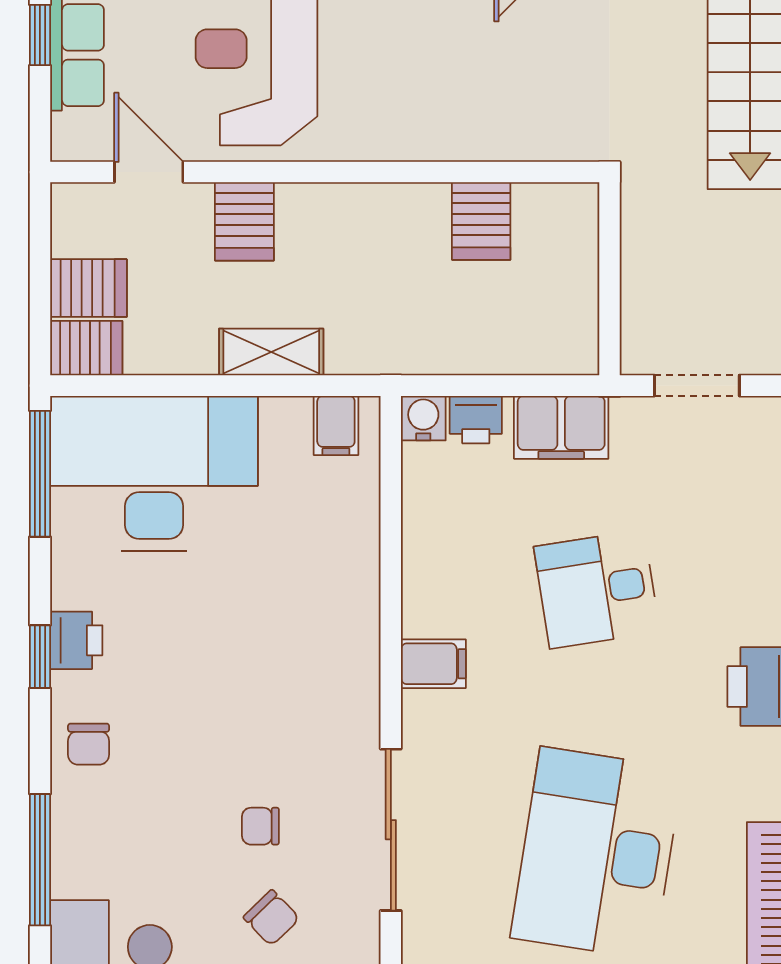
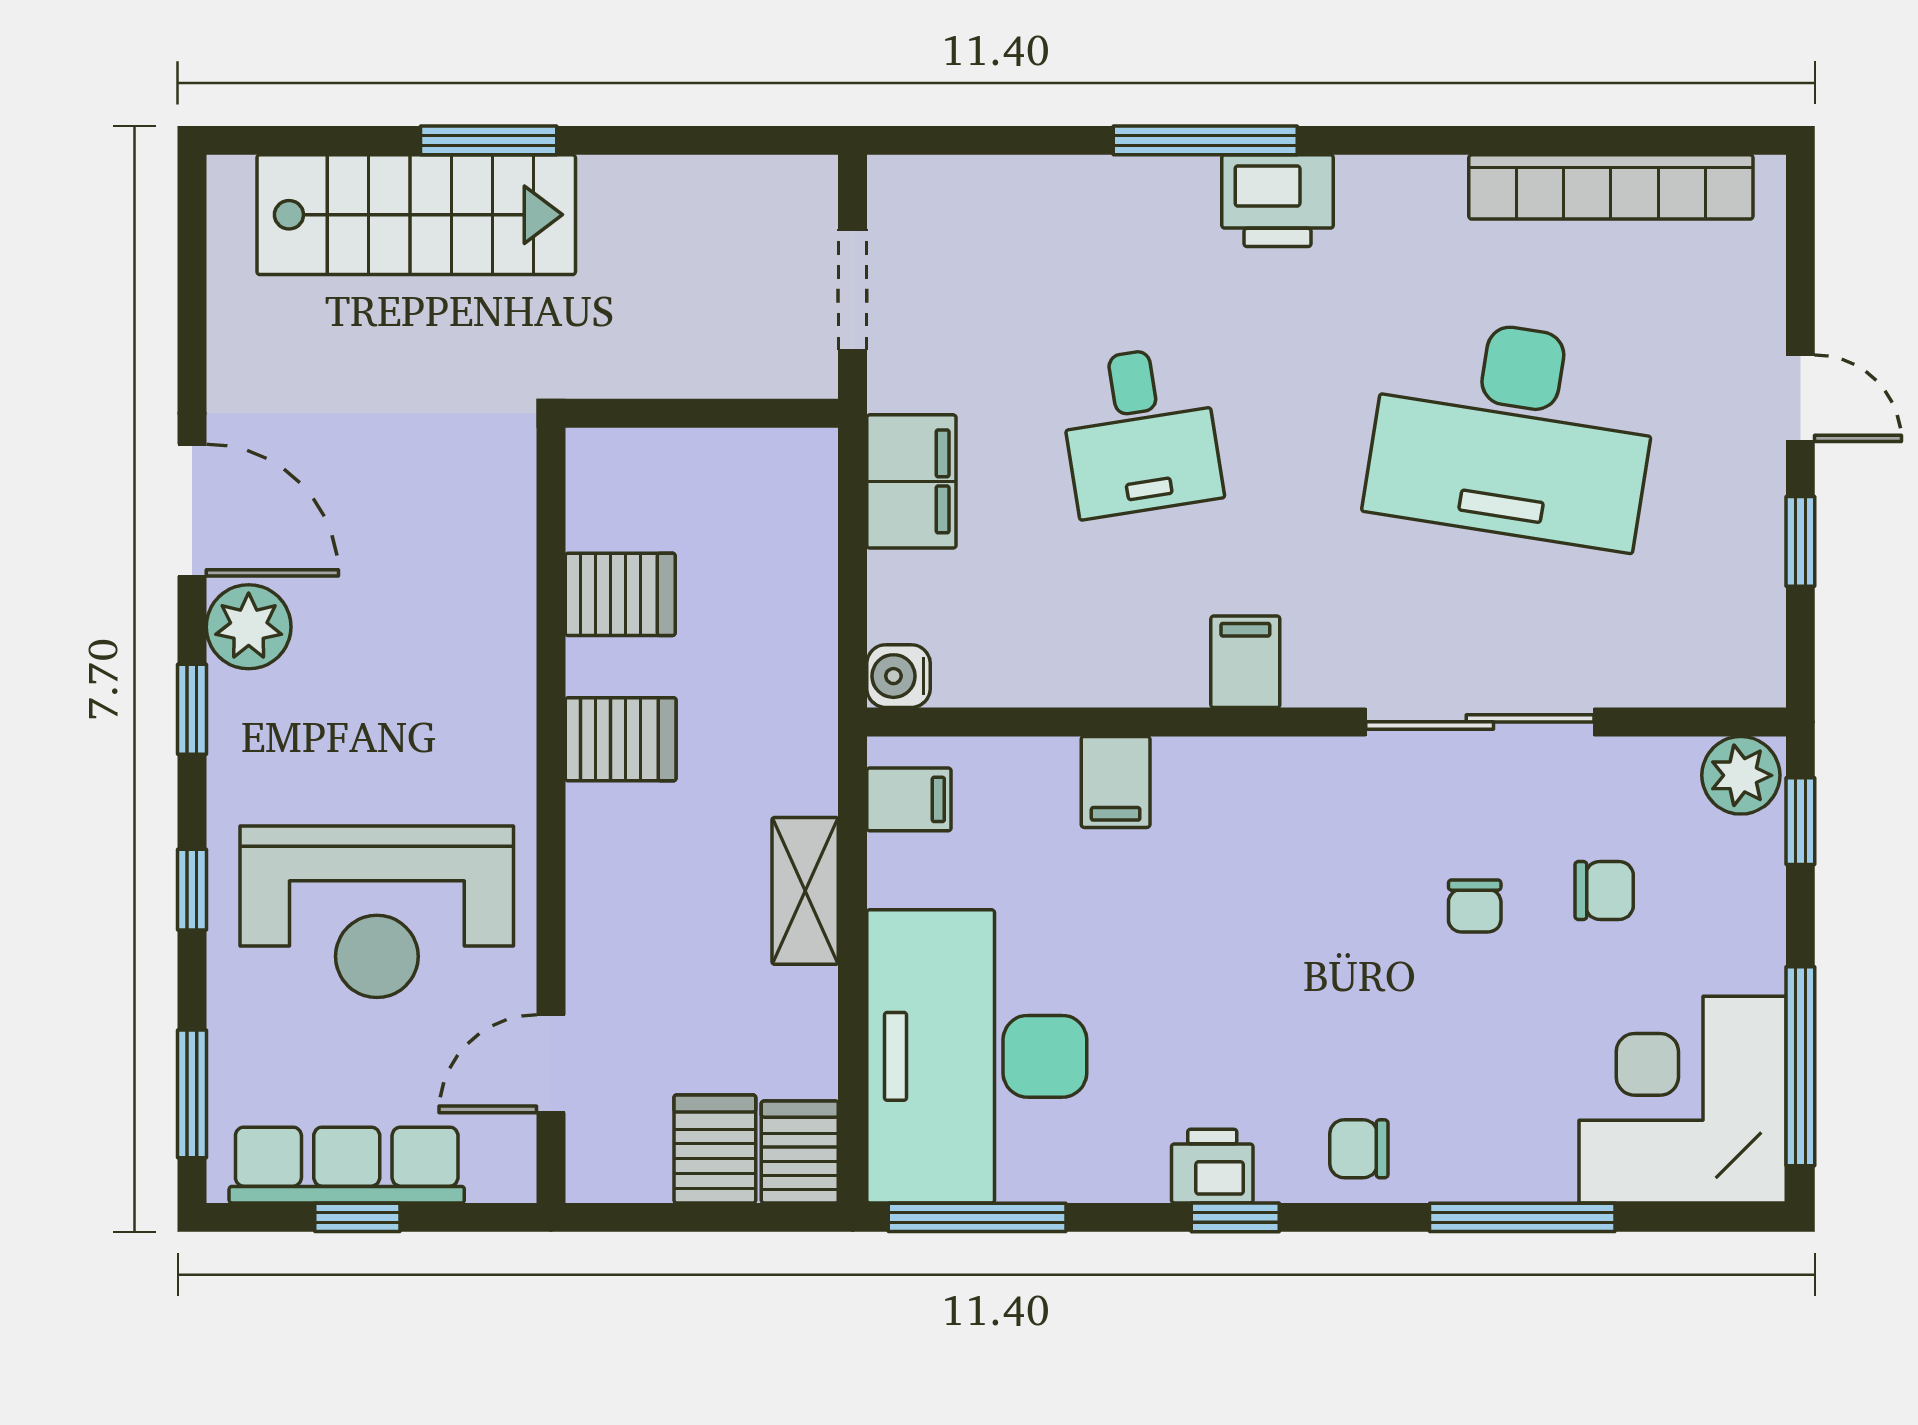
server rack: (244, 221) -> (621, 739), moved
printer: (476, 420) -> (900, 602), removed
filing cabinet: (348, 572) -> (1116, 782), added
chair: (89, 744) -> (1359, 1149), turned 180
chair: (271, 918) -> (1604, 890), turned 44

